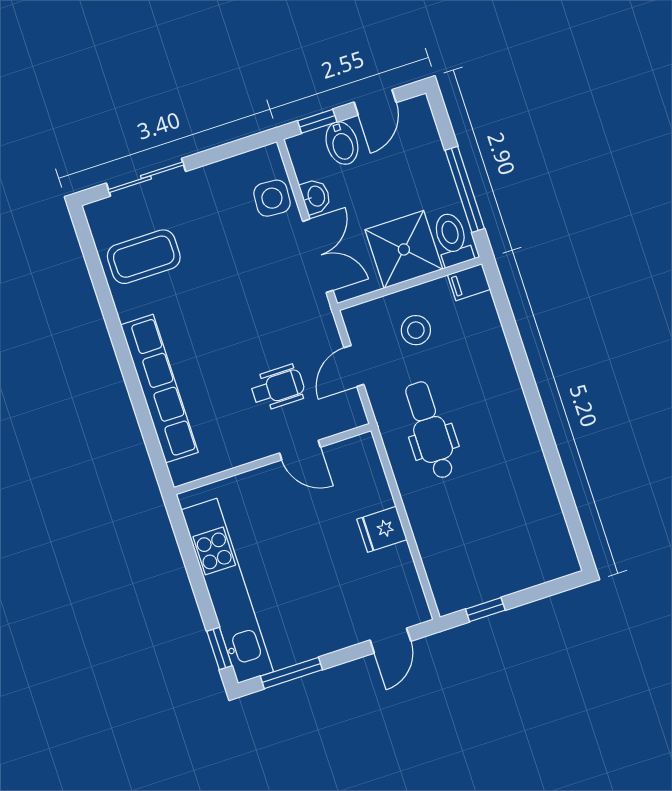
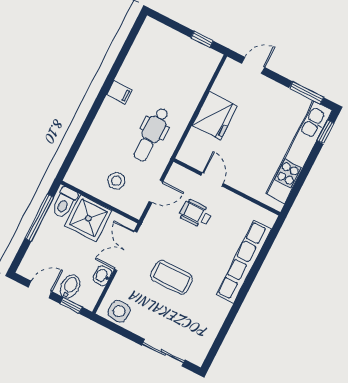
side table: (272, 198) -> (119, 311), moved
coffee table: (144, 257) -> (172, 277), moved
filing cabinet: (469, 282) -> (119, 92), moved
fridge: (382, 529) -> (215, 116), width x1.88, depth x1.34

